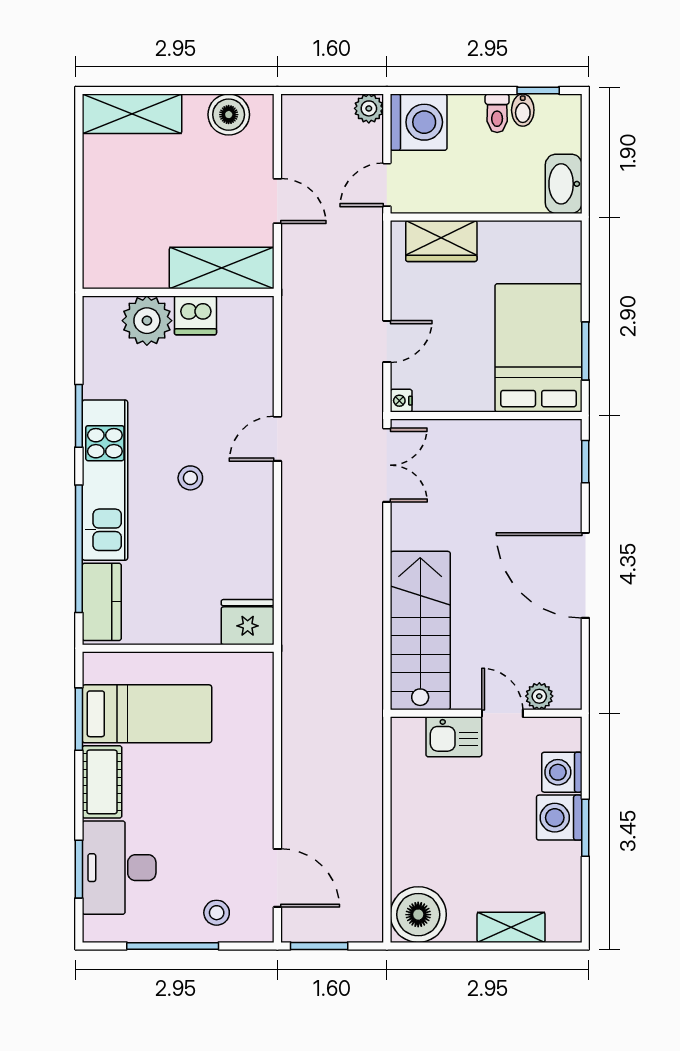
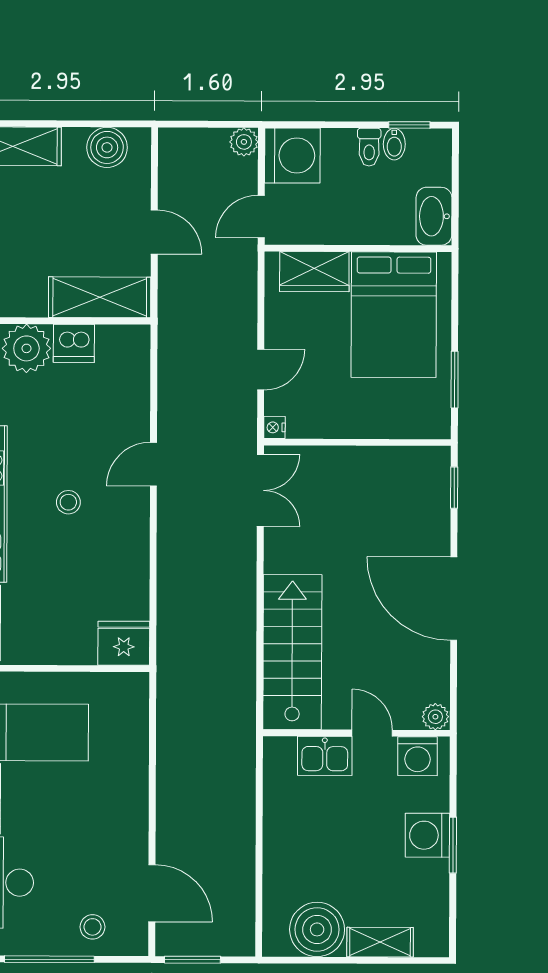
bed: (539, 348) -> (394, 315), moved, turned 180
plant: (539, 696) -> (435, 717), moved
washing machine: (562, 772) -> (418, 756), moved, turned -90
boiler: (418, 915) -> (317, 929), moved

